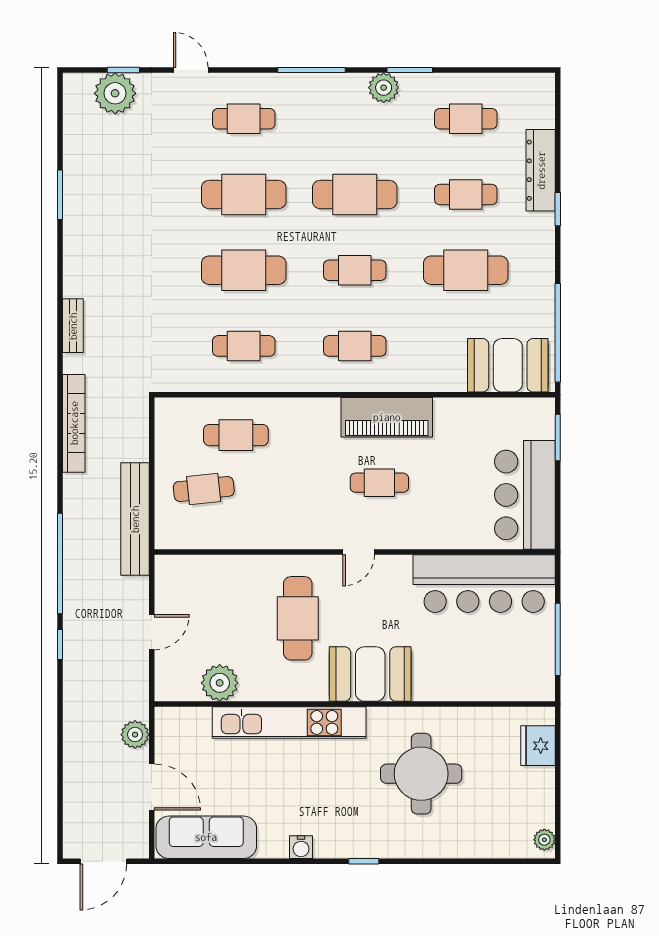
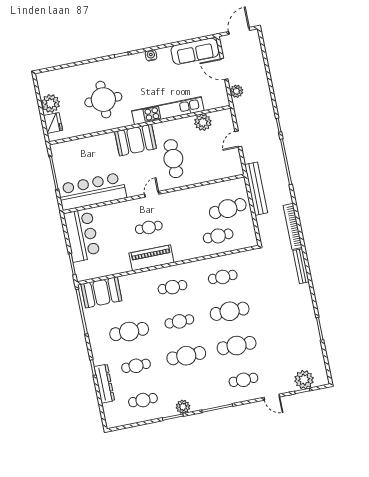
bench: (73, 326) -> (301, 266), width x1.36
cafe table: (204, 489) -> (228, 209), width x1.37, depth x1.35
plant: (544, 840) -> (51, 103), moved, width x1.87, depth x1.87

